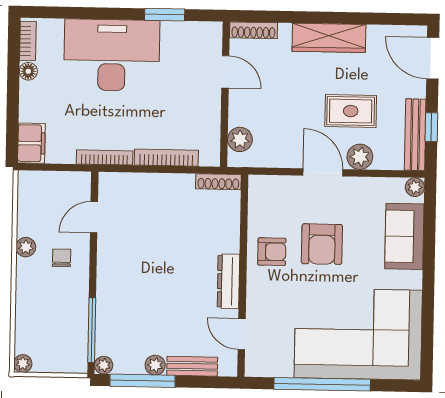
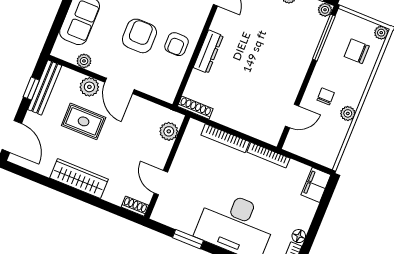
shoe rack: (253, 30) -> (135, 206), width x0.70
plant: (415, 187) -> (84, 61), moved
armchair: (272, 252) -> (177, 44), turned -90
chair: (62, 258) -> (326, 96), turned 180
dresser: (228, 281) -> (208, 52), moved
chair: (44, 329) -> (357, 51), added

